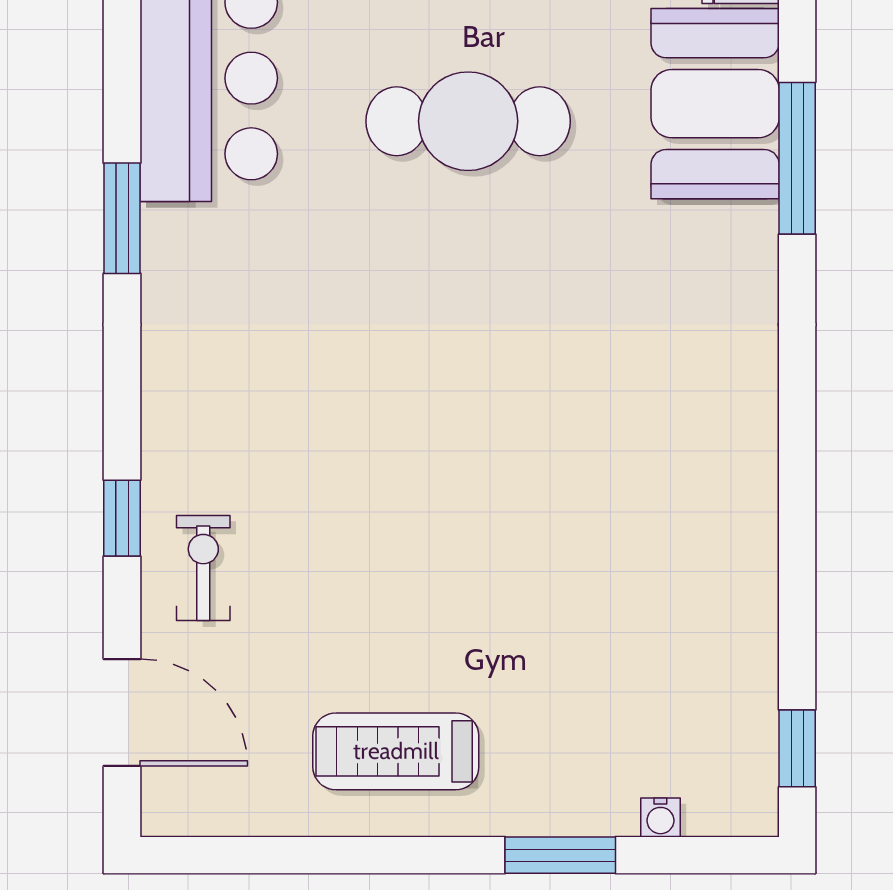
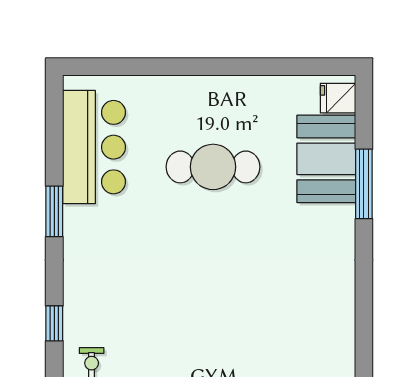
window: (122, 518) -> (54, 323), moved

